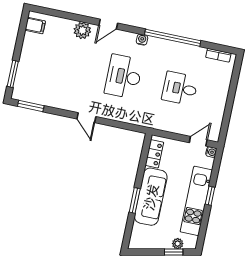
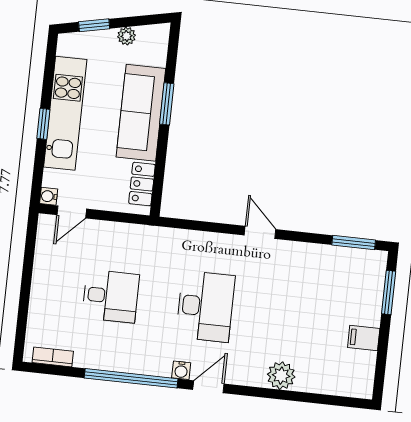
door: (108, 24) -> (208, 387), moved
filing cabinet: (35, 26) -> (364, 338), moved
plant: (178, 244) -> (127, 36), moved

